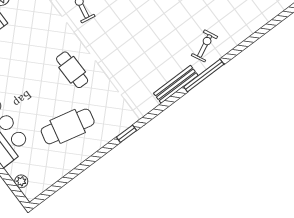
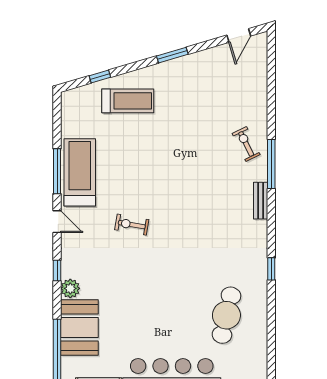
cafe table: (72, 70) -> (180, 274), removed
bench: (176, 84) -> (261, 201), width x0.73

